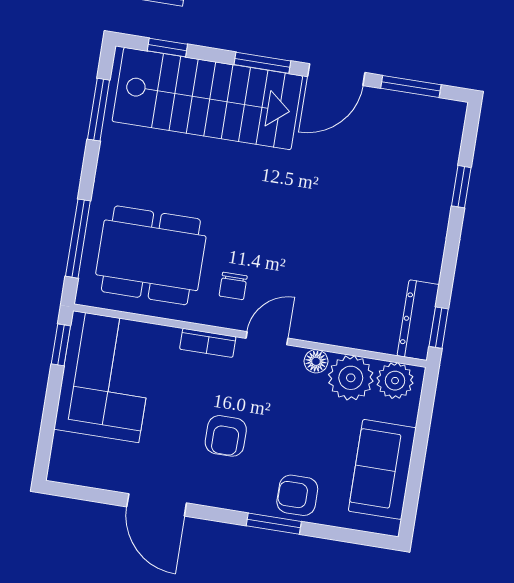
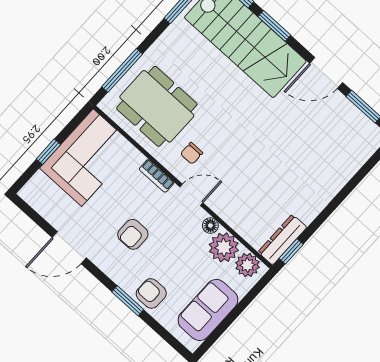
window: (262, 63) -> (274, 26), moved
window: (461, 187) -> (355, 181), removed
window: (61, 345) -> (48, 152), moved
door: (157, 505) -> (69, 248), hinge flipped

